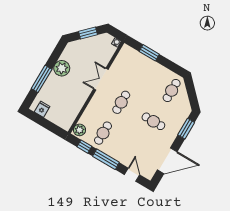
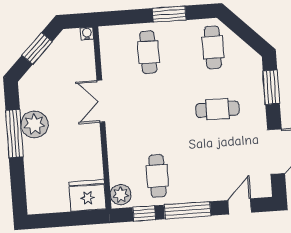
window: (149, 53) -> (169, 14), moved
window: (42, 79) -> (14, 134), moved
cafe table: (121, 102) -> (148, 52), moved
fridge: (42, 109) -> (87, 195), moved, width x1.88, depth x1.34
door: (132, 175) -> (240, 206), hinge flipped

